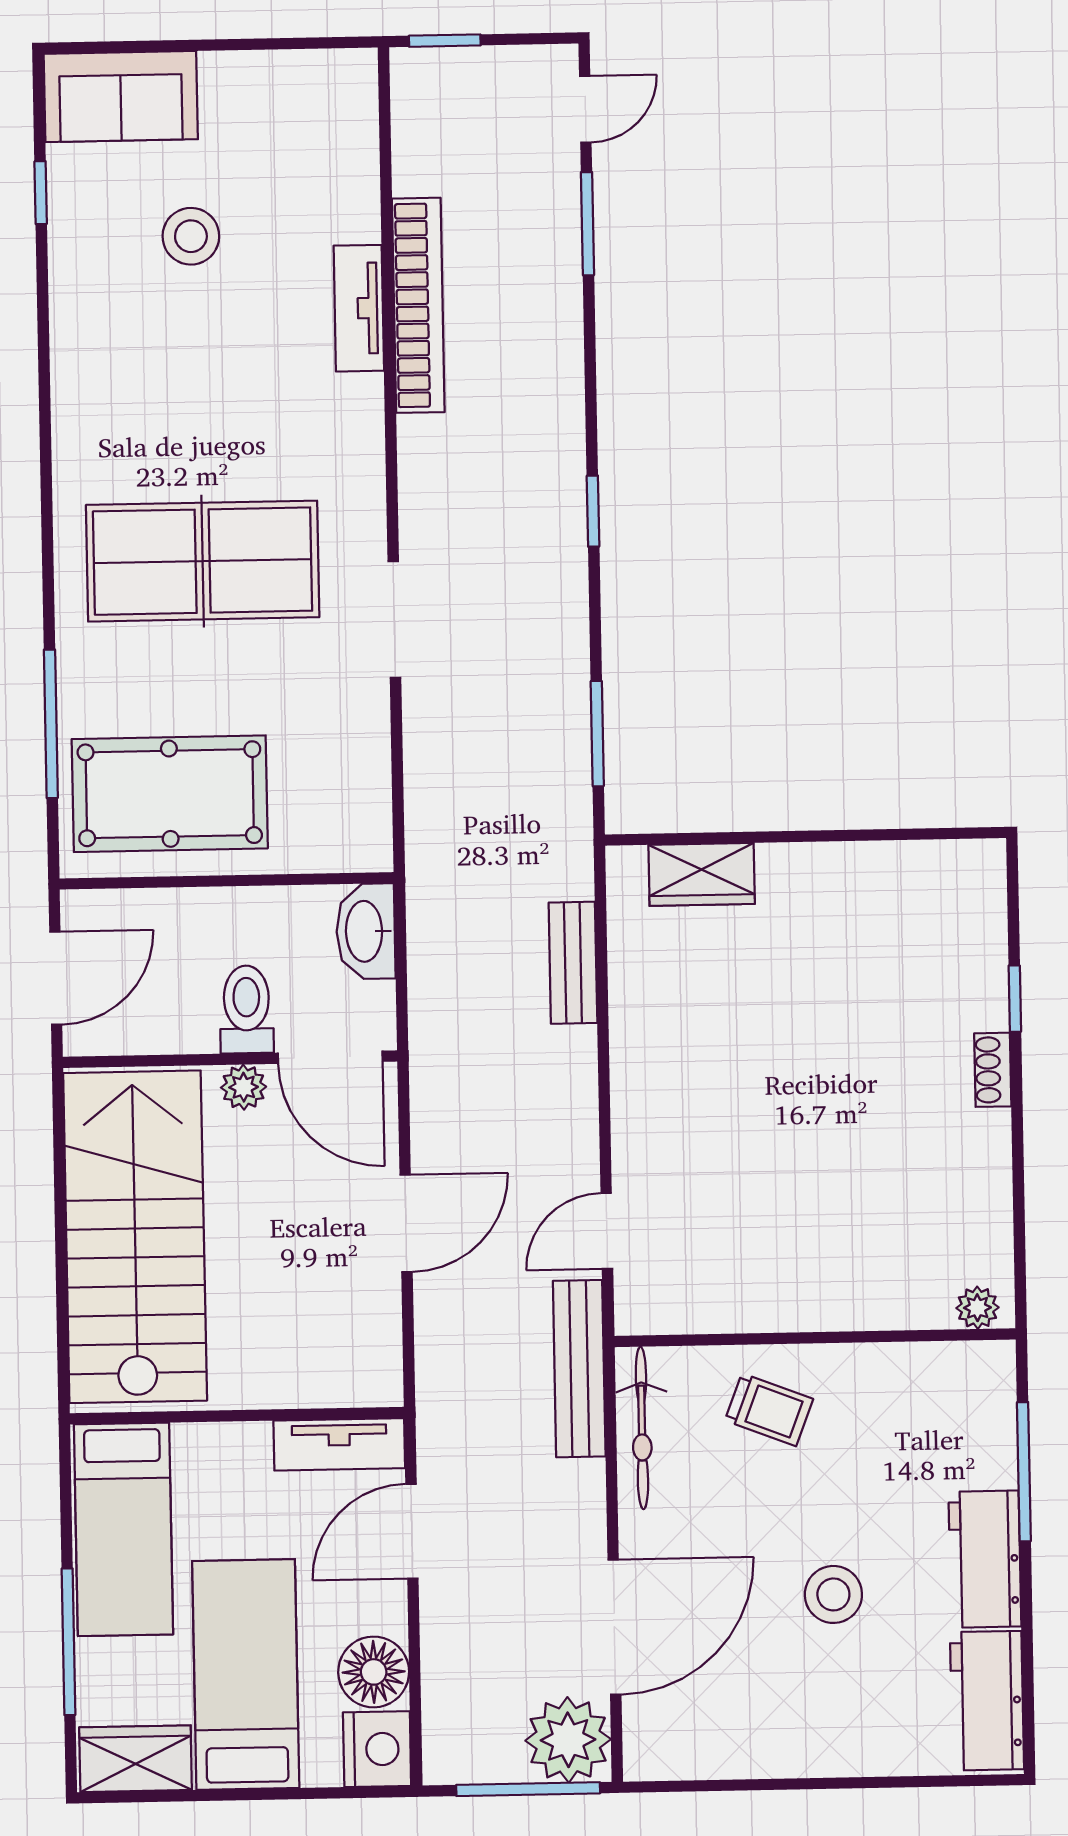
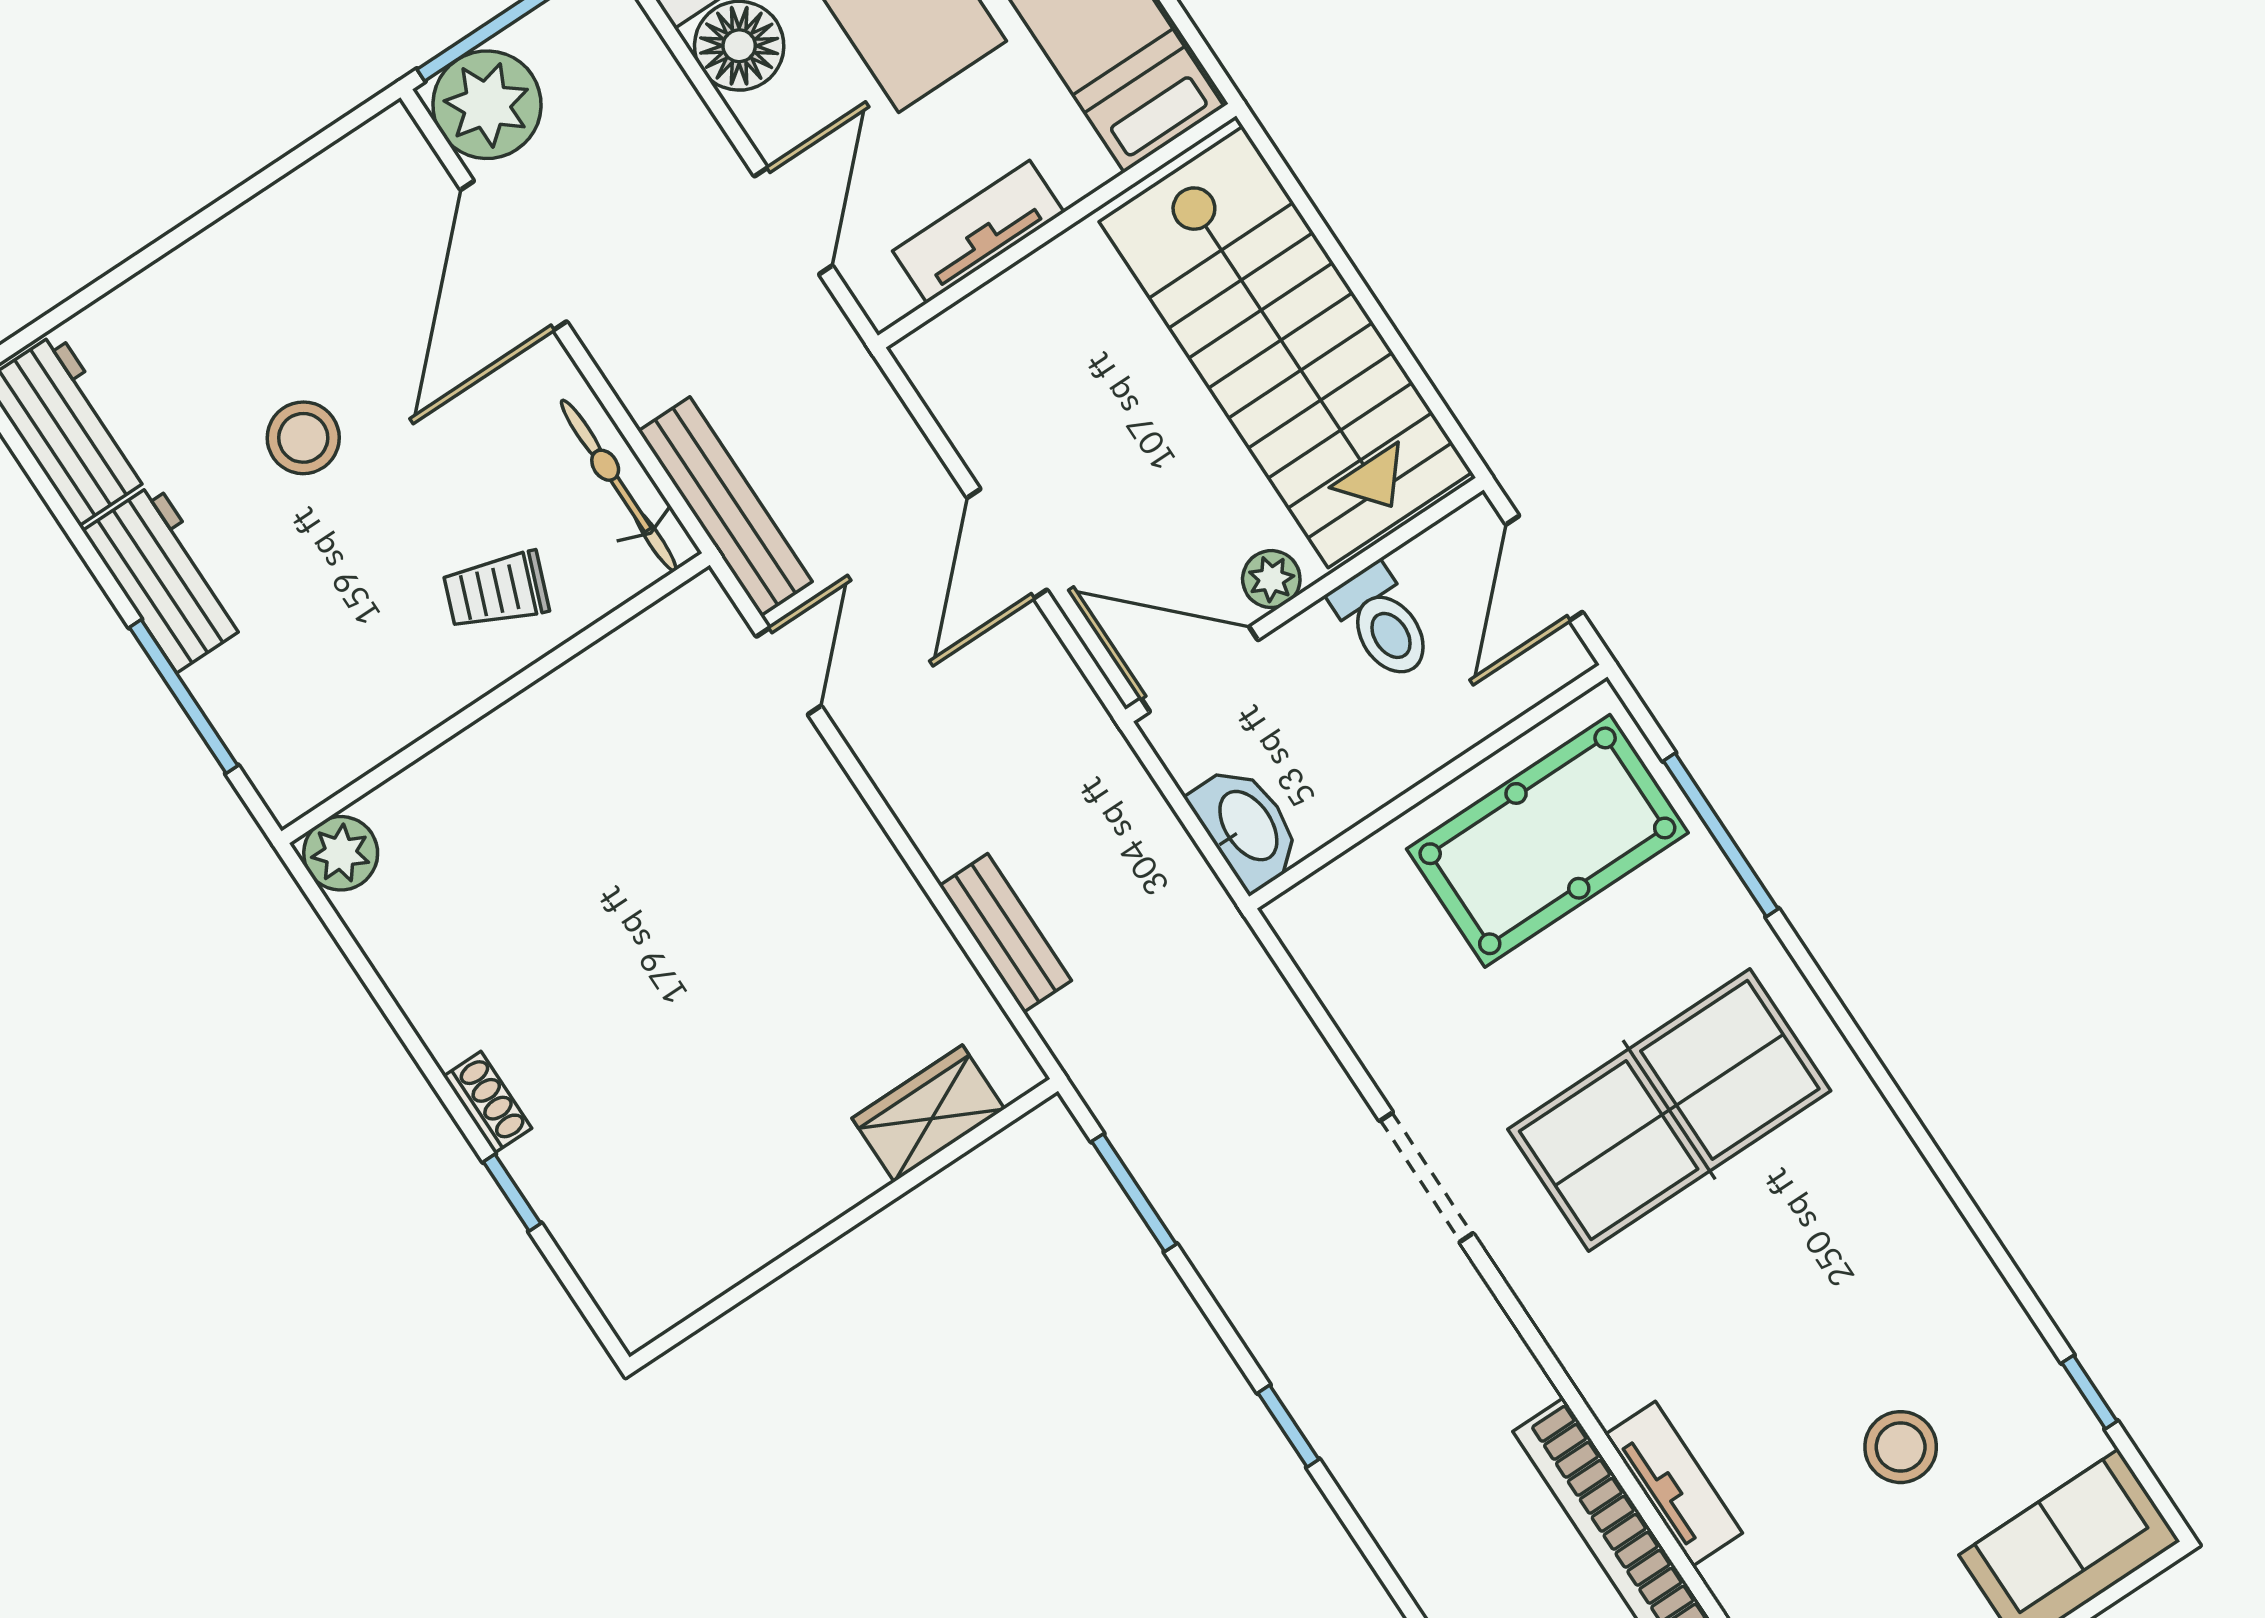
toilet: (247, 1009) -> (1382, 623), moved
plant: (977, 1308) -> (341, 853), width x1.38, depth x1.38
tv unit: (339, 1444) -> (978, 232), moved

